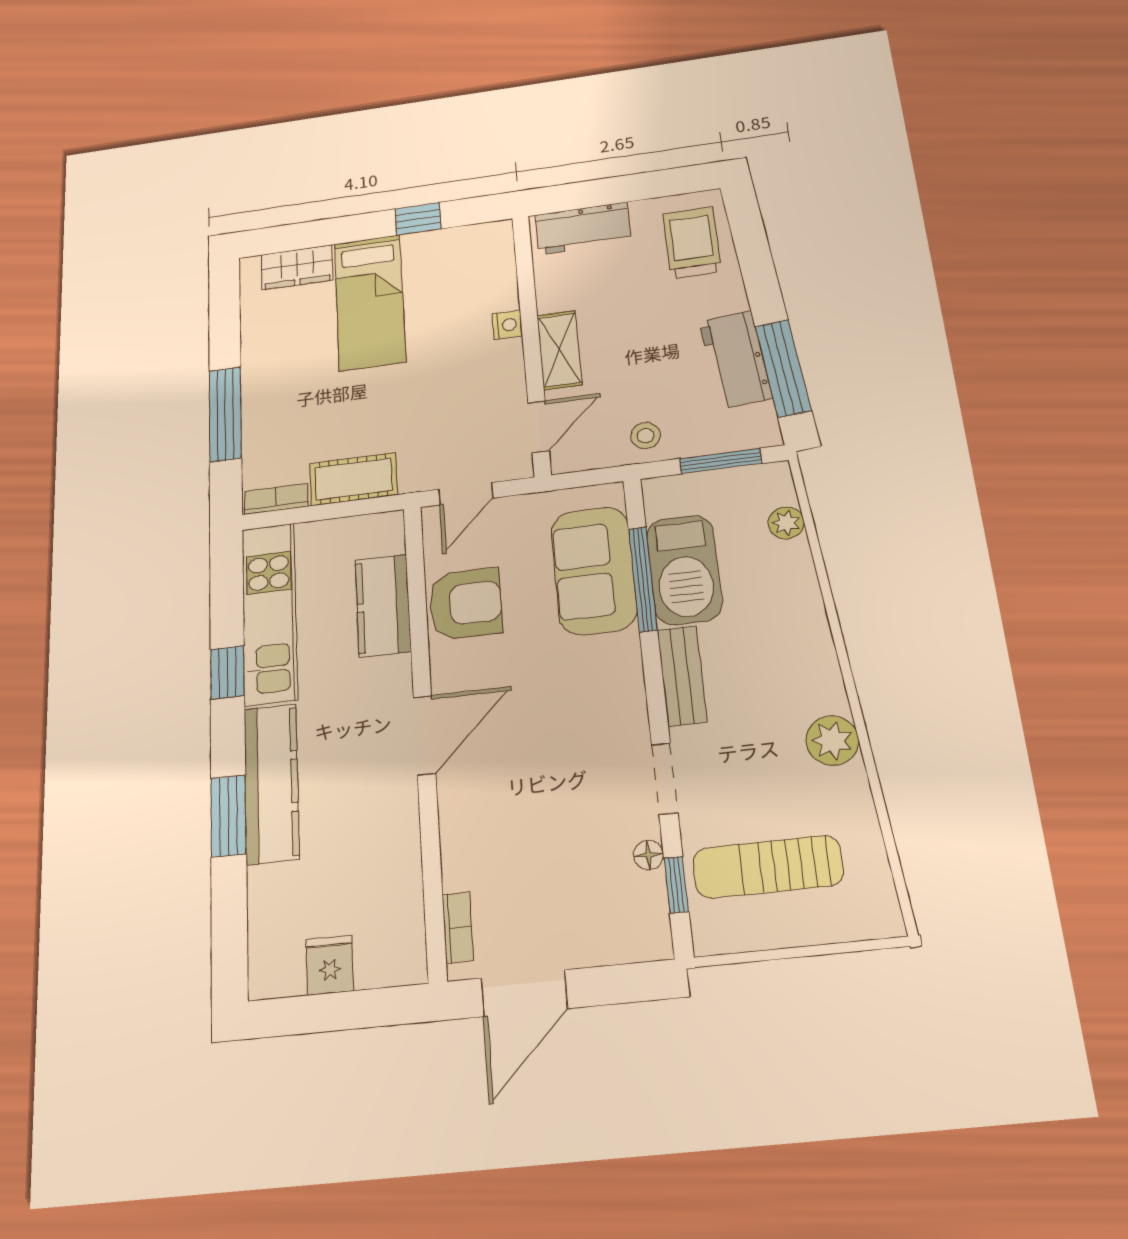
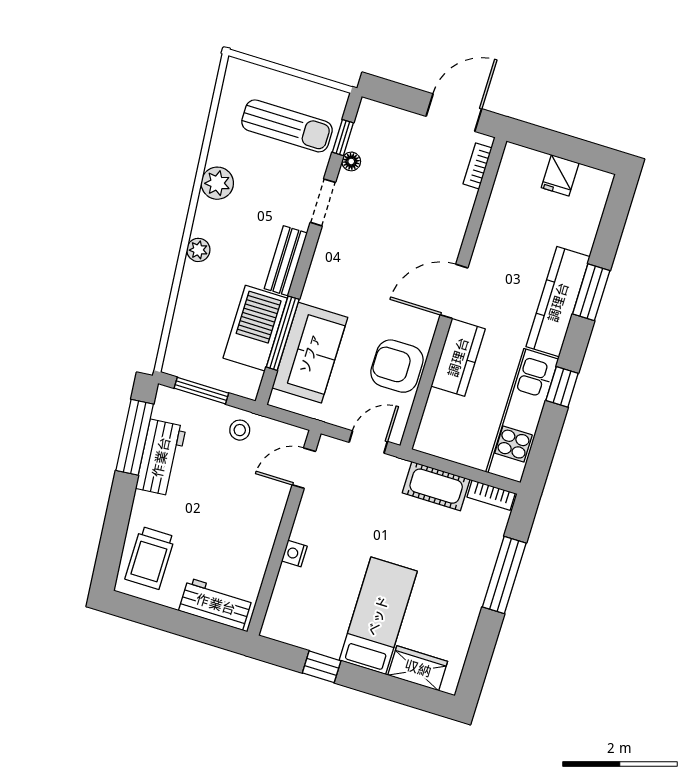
shelving: (559, 350) -> (268, 518), removed
plant: (786, 523) -> (198, 250), moved
kitchen counter: (383, 605) -> (458, 357), moved

